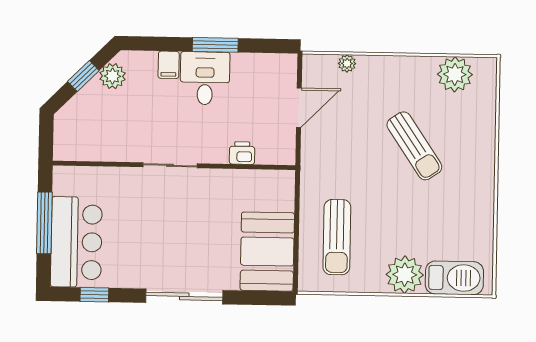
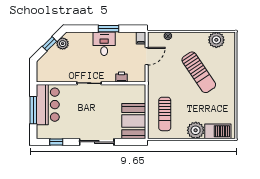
filing cabinet: (169, 65) -> (141, 38), moved
sun lounger: (414, 146) -> (199, 72), width x1.36, depth x1.34
bar counter: (76, 242) -> (48, 105), moved

